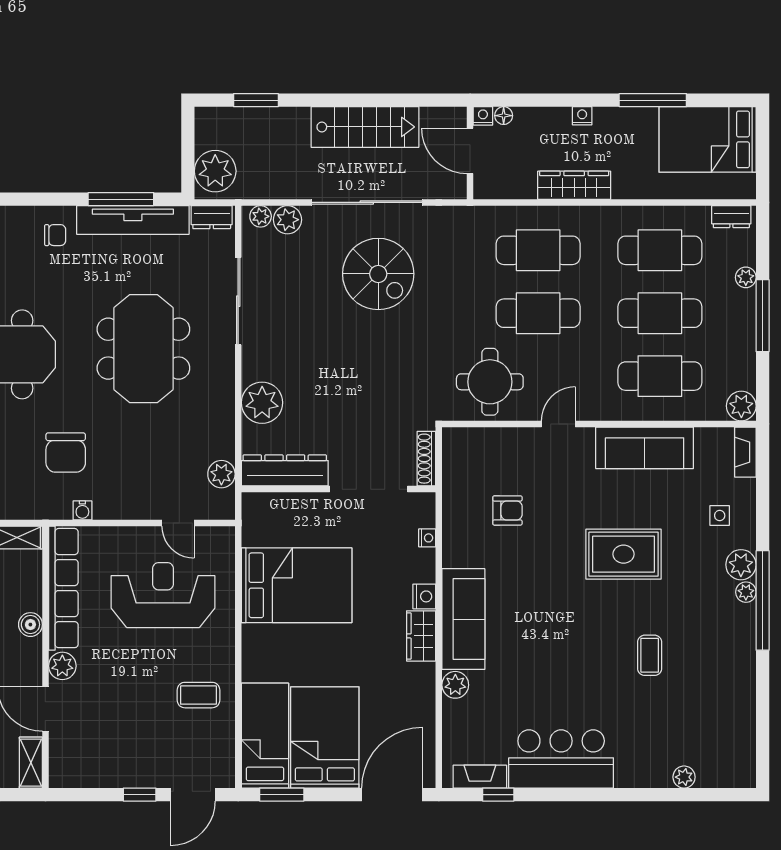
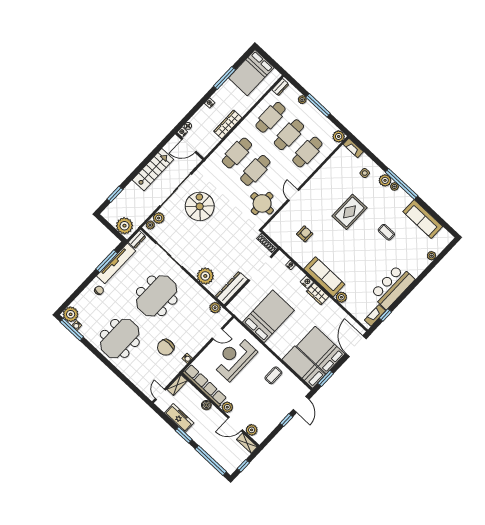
spiral stairs: (378, 274) -> (200, 206), turned -90
meeting table: (143, 349) -> (157, 296), turned 90
sofa: (645, 448) -> (423, 219), moved, turned 90
chair: (66, 453) -> (166, 347), turned 90
plant: (63, 749) -> (252, 430), added

